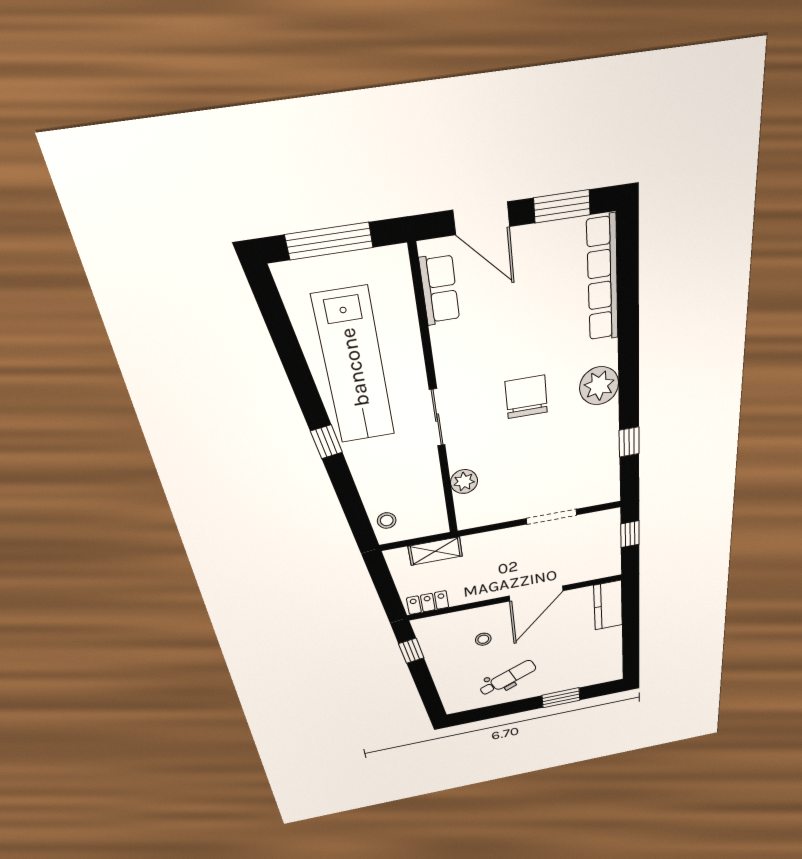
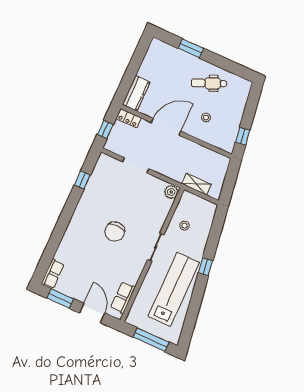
row of seats: (603, 279) -> (53, 274), width x0.50
plant: (599, 386) -> (82, 216), removed
plant: (464, 482) -> (171, 192), moved
stool: (387, 520) -> (184, 226), moved
locker: (428, 603) -> (129, 118), moved

